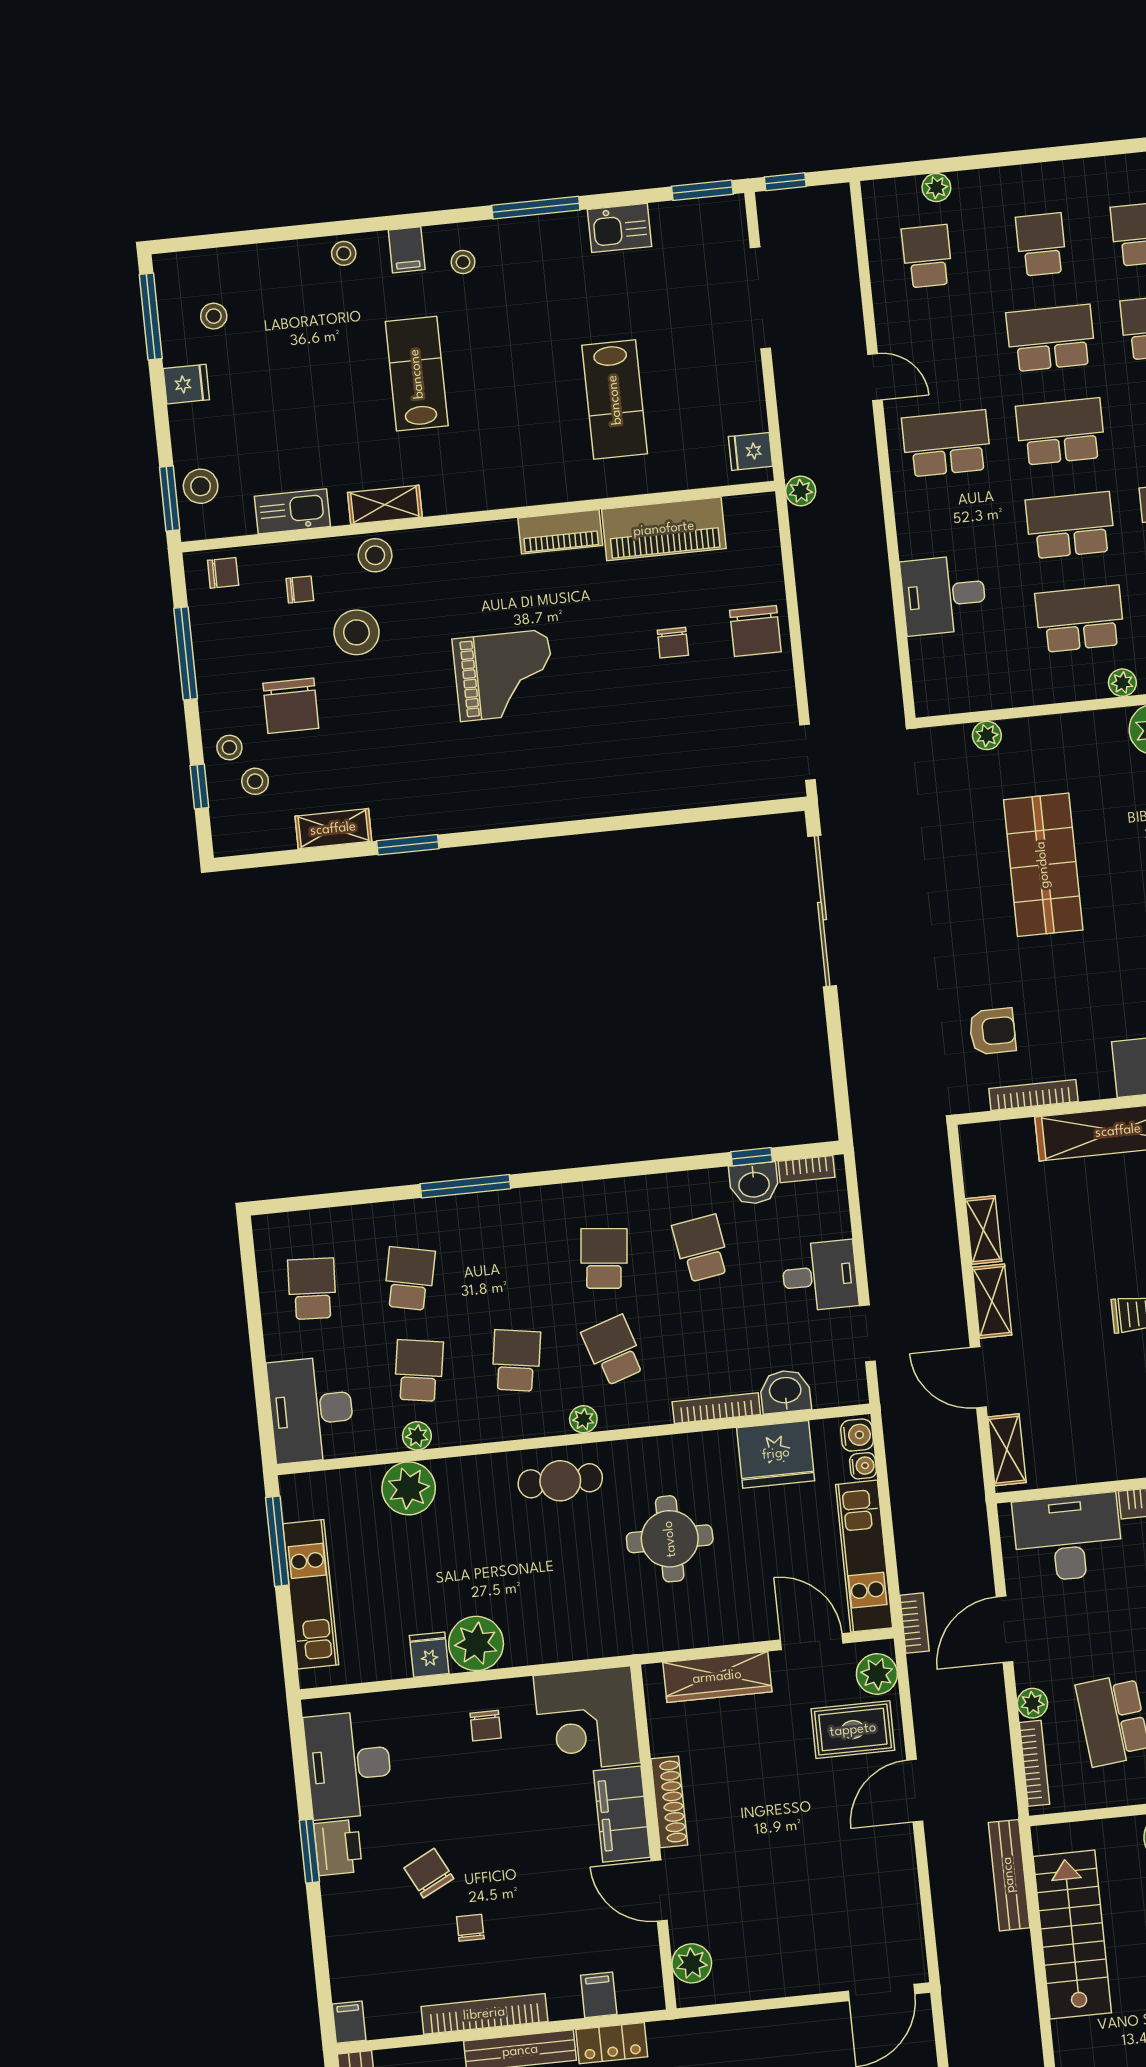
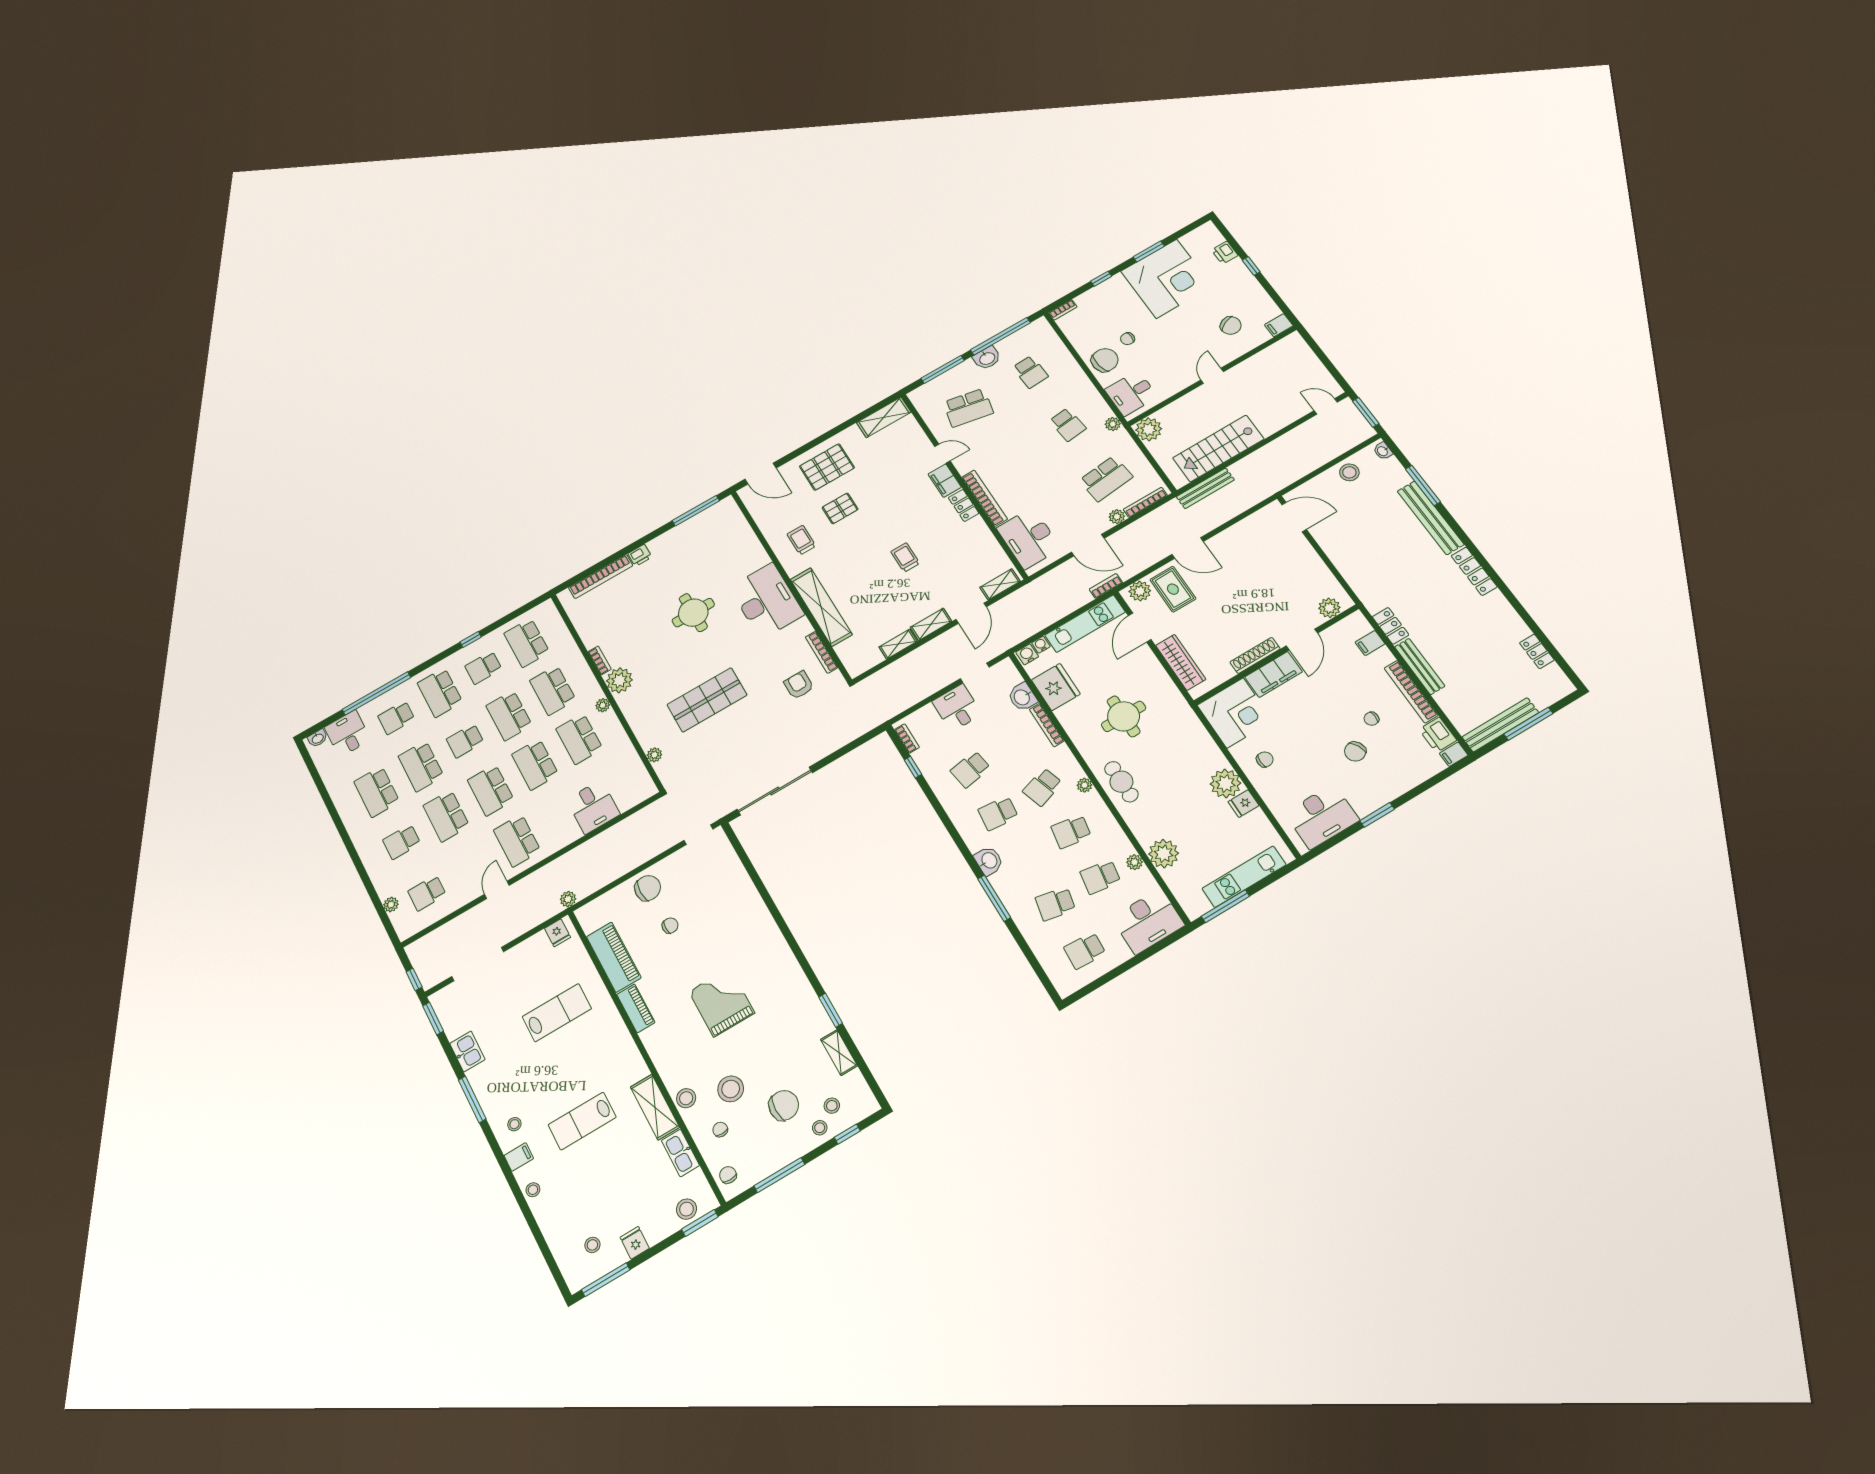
shelving: (385, 505) -> (655, 1107), width x1.50, depth x1.33
washbasin: (754, 1184) -> (989, 861), moved
printer: (338, 1847) -> (1438, 735), moved, turned -90

